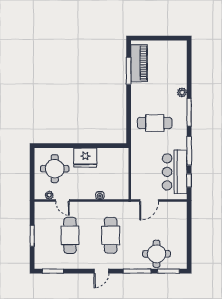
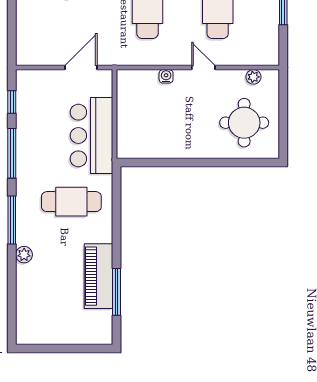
piano: (139, 63) -> (99, 276), moved
fridge: (85, 158) -> (191, 142), removed
bar counter: (175, 172) -> (91, 136), moved, turned 180
door: (62, 201) -> (203, 68), moved

